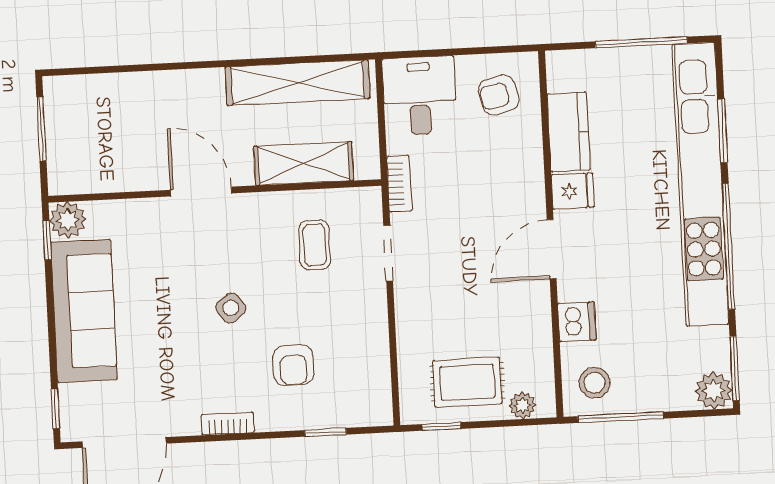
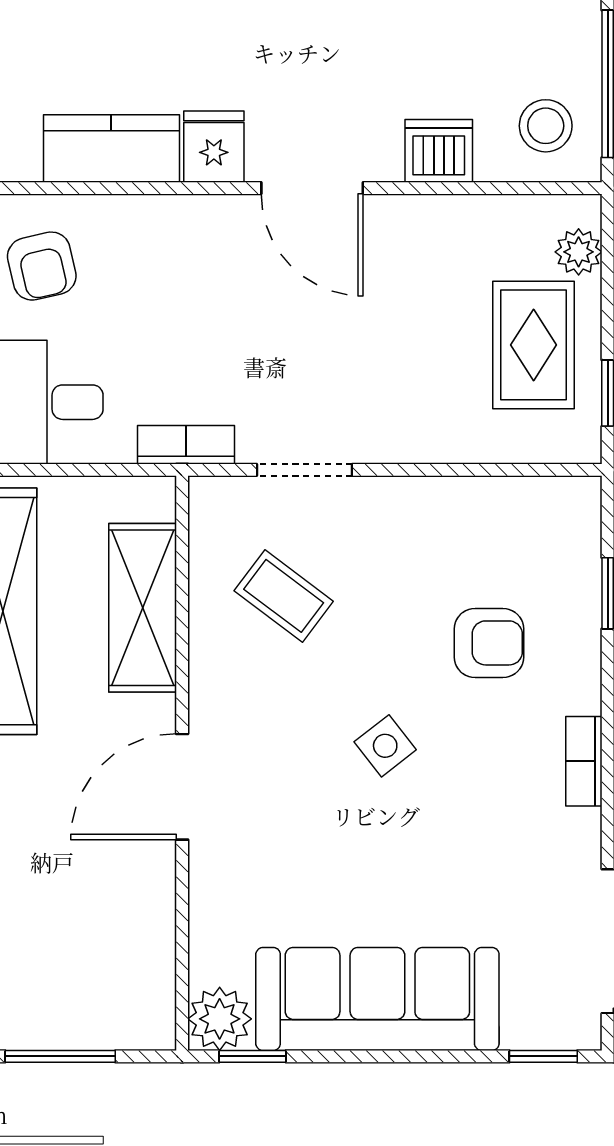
coffee table: (315, 245) -> (284, 596), turned 37

